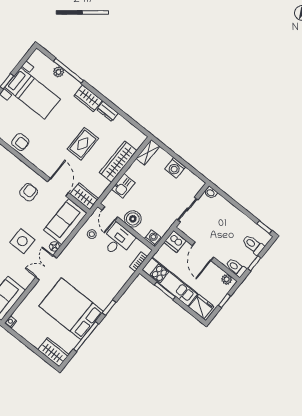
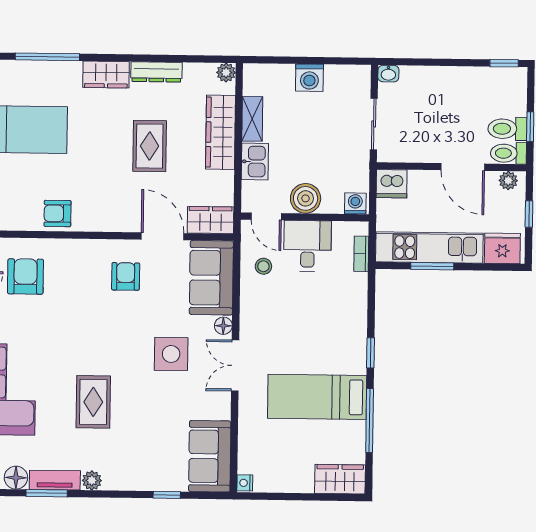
plant: (58, 72) -> (226, 72), moved
dresser: (107, 111) -> (156, 72), width x1.44
armchair: (20, 142) -> (58, 213), turned 180
shelving: (148, 152) -> (252, 119), moved
toilet: (253, 245) -> (507, 129), moved
door: (203, 251) -> (463, 167), moved
bed: (71, 309) -> (317, 397), width x0.67

